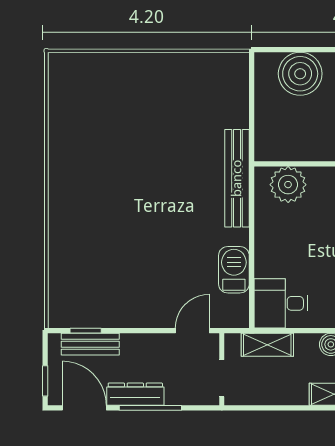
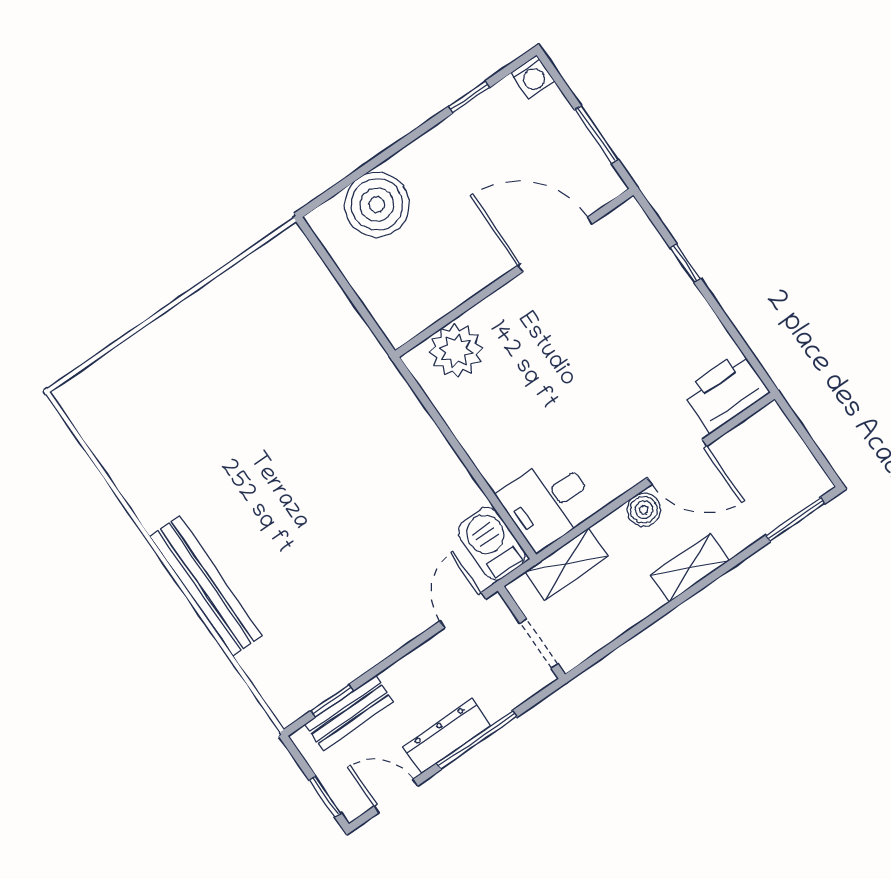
bench: (237, 178) -> (206, 586), moved
barbecue: (234, 270) -> (492, 543), moved
door: (84, 408) -> (396, 796), width x0.73

